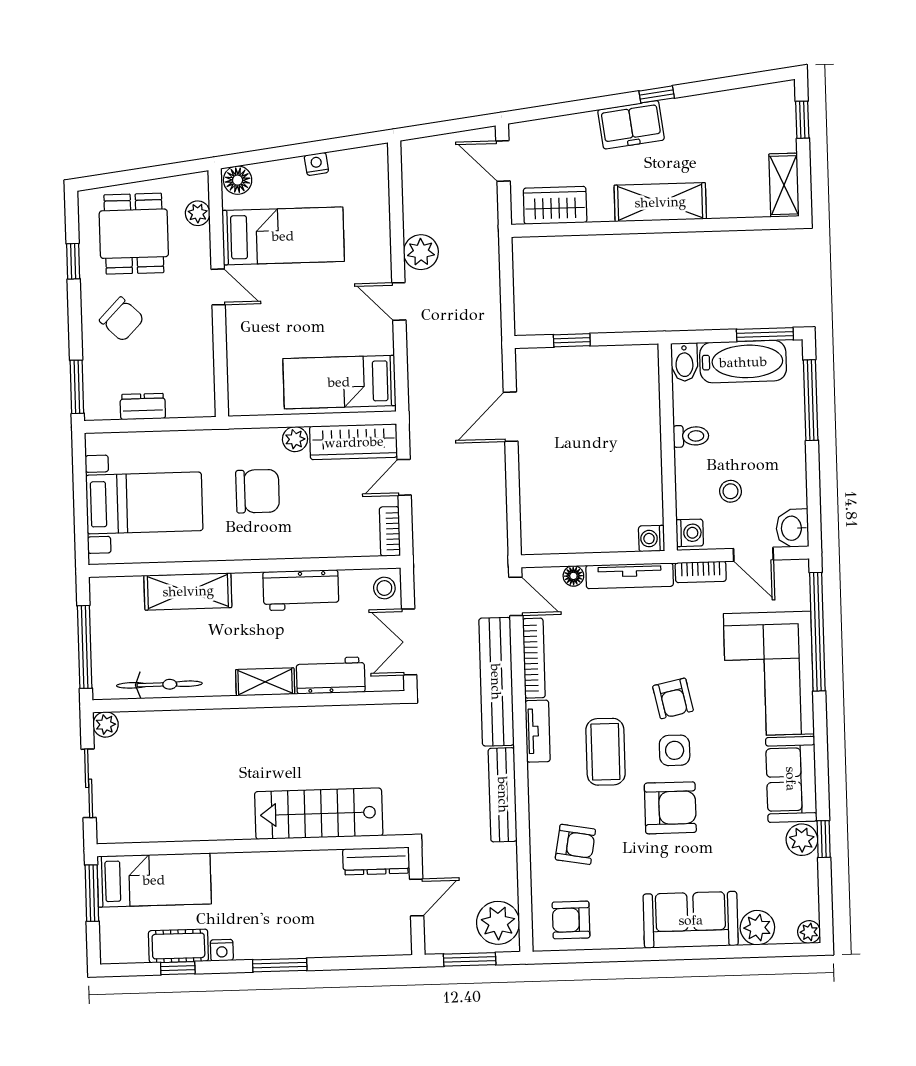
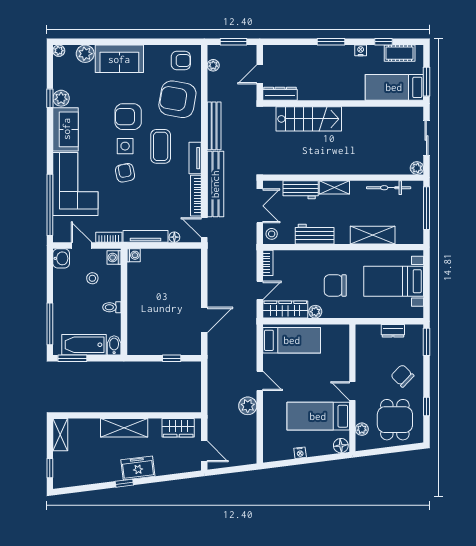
armchair: (575, 844) -> (177, 99), width x1.88, depth x1.88
plant: (498, 923) -> (213, 65), width x0.53, depth x0.53
cot: (178, 946) -> (400, 53), moved

